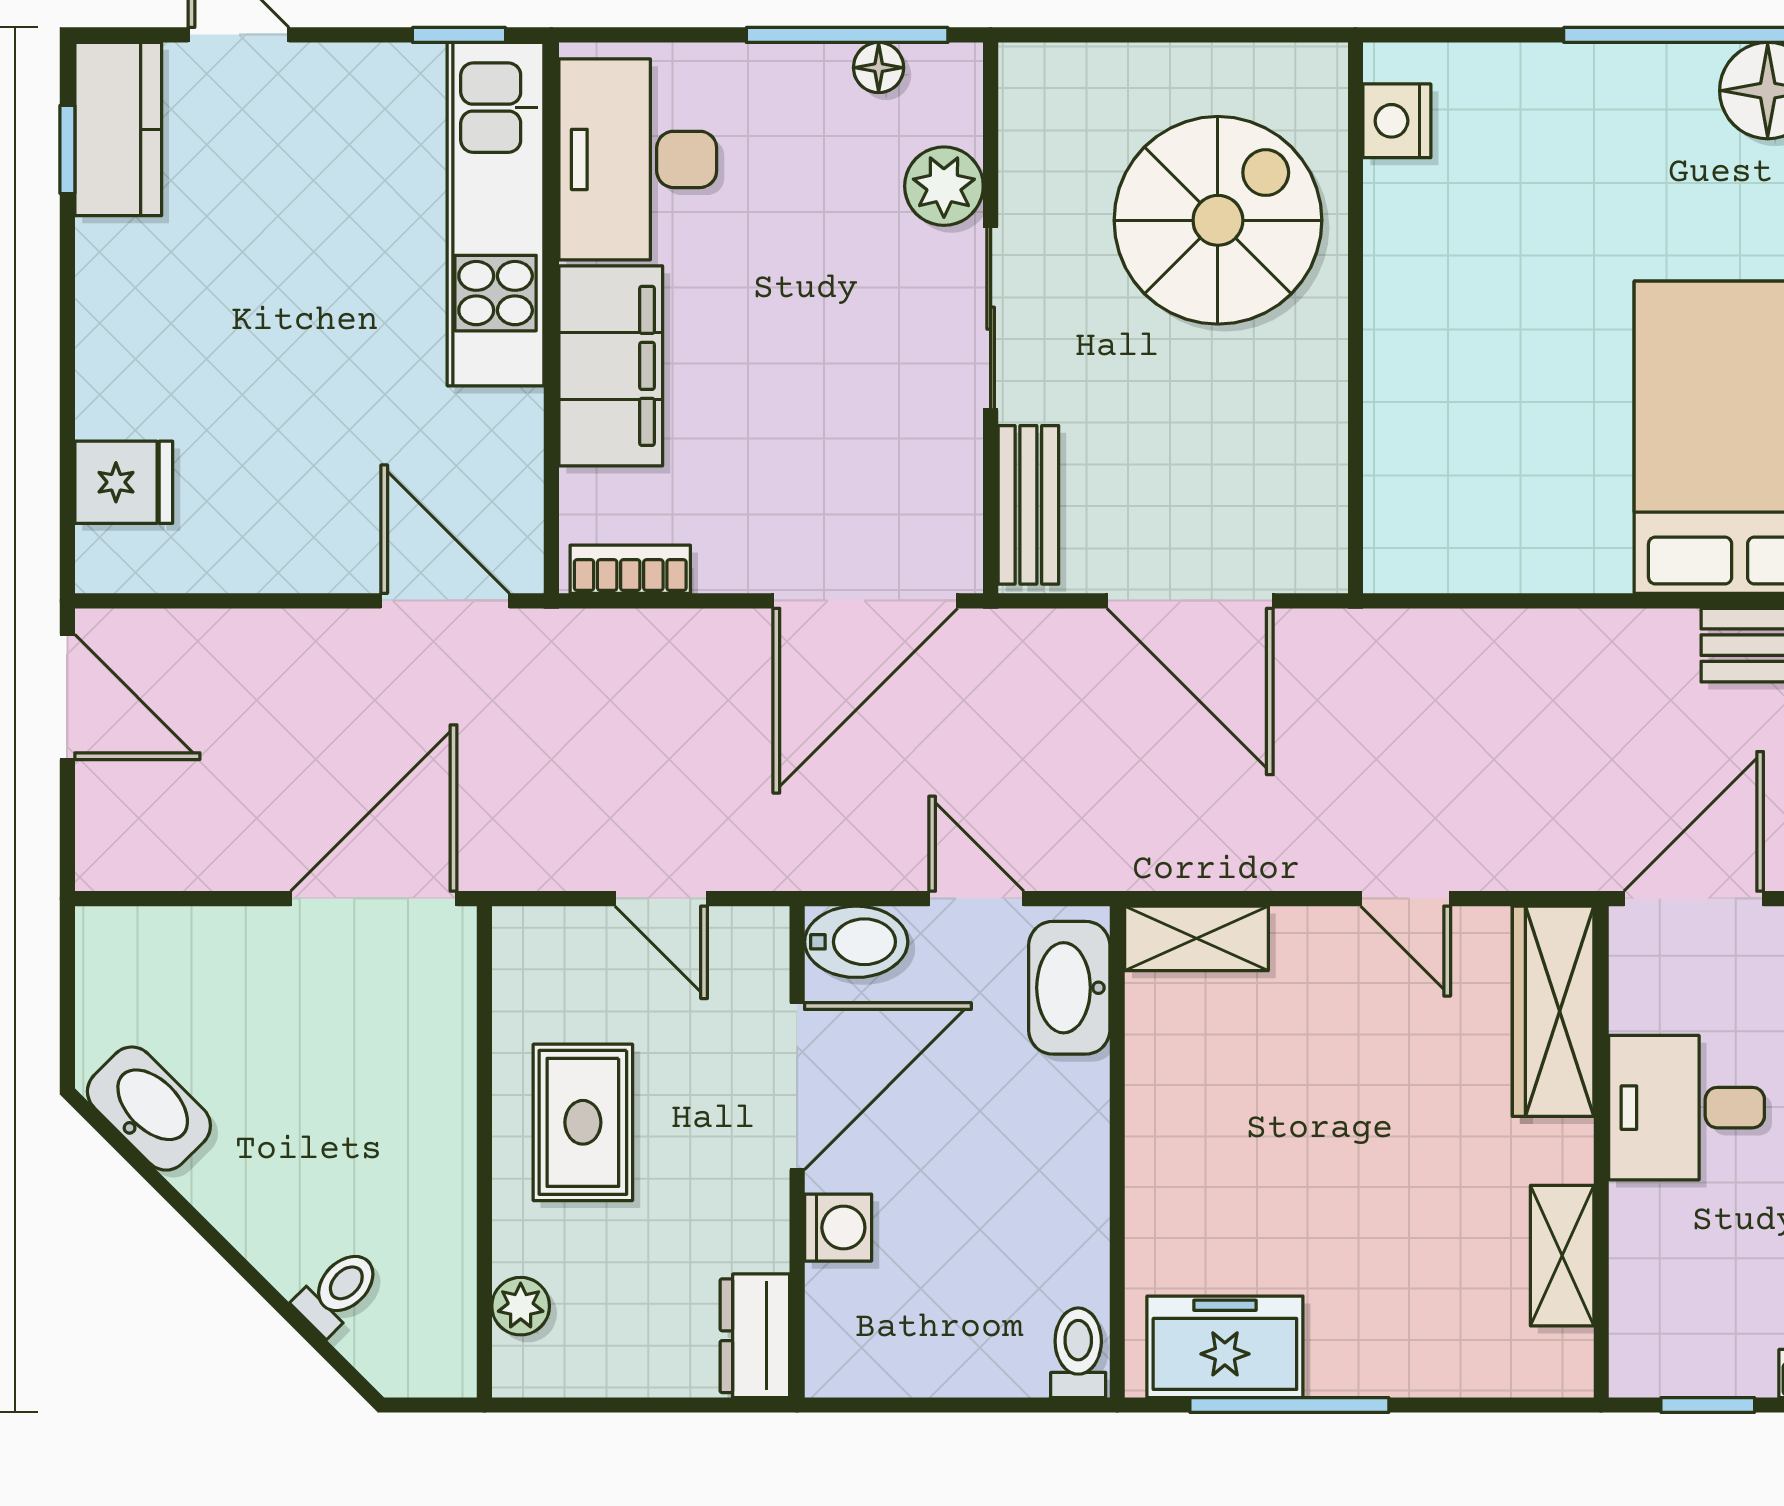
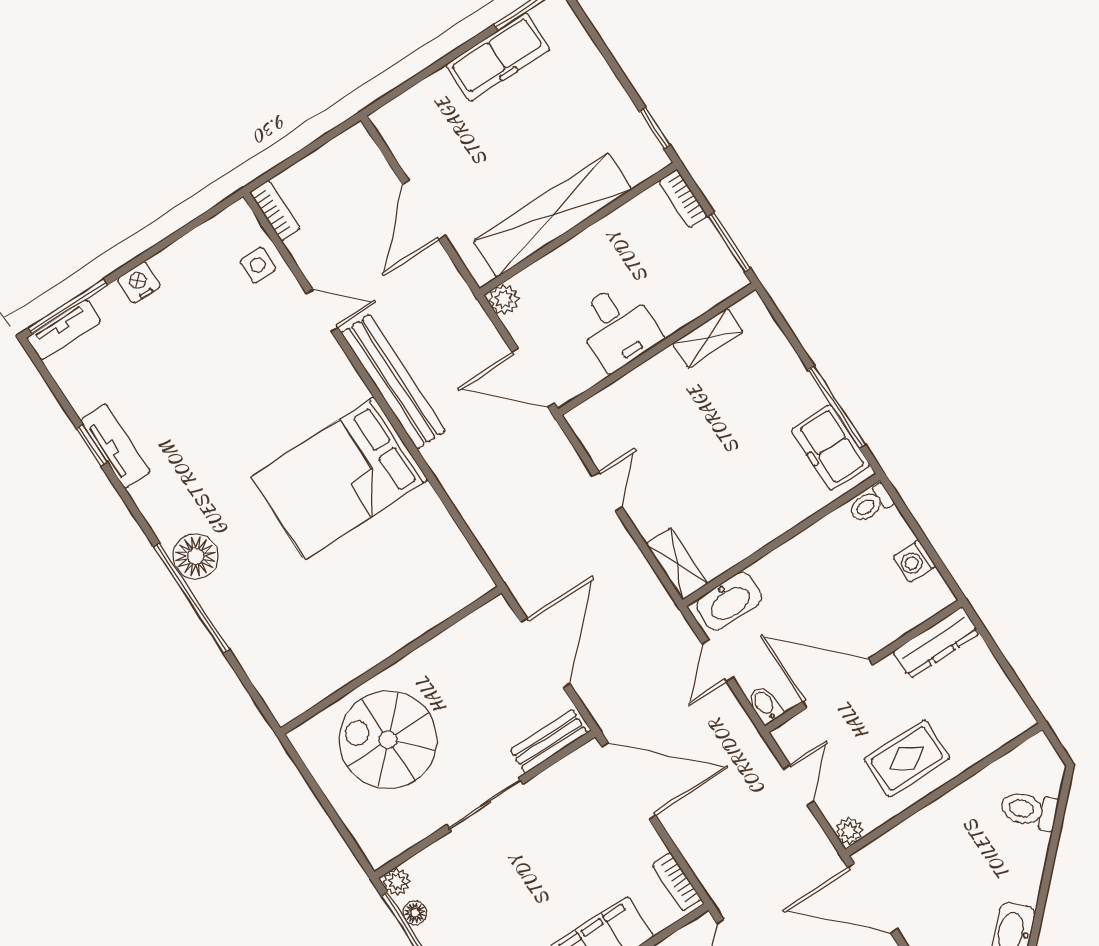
nightstand: (1397, 121) -> (303, 695), removed
plant: (944, 186) -> (397, 882), moved, width x0.73, depth x0.73
bidet: (856, 942) -> (765, 705), width x0.72, depth x0.74
wardrobe: (1553, 1011) -> (614, 404), removed
washing machine: (838, 1228) -> (914, 561), moved, turned -90
toilet: (338, 1291) -> (1029, 810), width x1.37, depth x1.39
plant: (521, 1306) -> (849, 831), moved
dresser: (755, 1336) -> (936, 643), width x1.44
window: (1708, 1405) -> (729, 242), width x1.50

